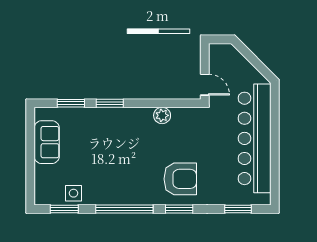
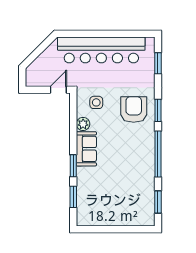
sofa: (47, 142) -> (86, 149), moved, turned 90
side table: (74, 193) -> (96, 102), moved

